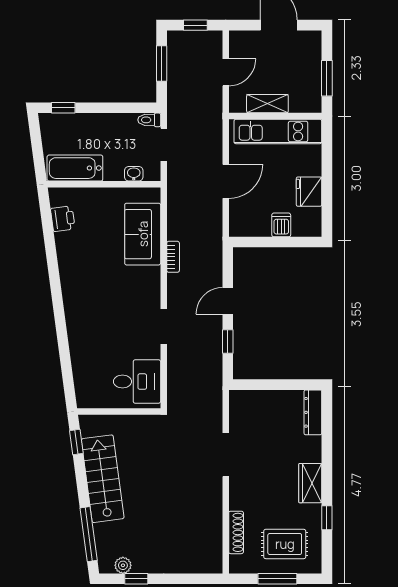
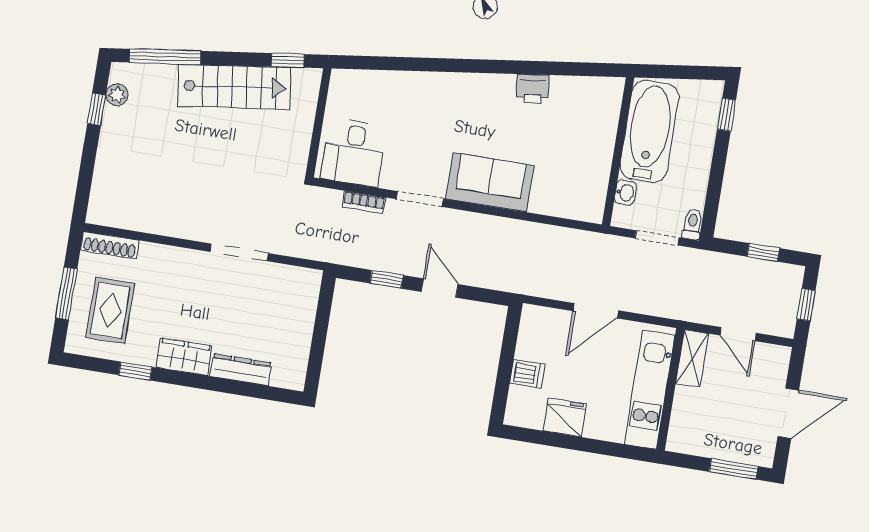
window: (162, 63) -> (763, 252), width x0.67
window: (327, 78) -> (734, 469), moved
shelving: (267, 104) -> (692, 358), moved
bathtub: (75, 168) -> (649, 131), width x1.36, depth x1.36
door: (226, 181) -> (596, 311), hinge flipped
printer: (63, 219) -> (533, 89), moved
sofa: (143, 234) -> (490, 182), moved
bookcase: (173, 257) -> (364, 202), moved
dresser: (313, 412) -> (241, 370), moved
shoe rack: (236, 532) -> (110, 245), moved

